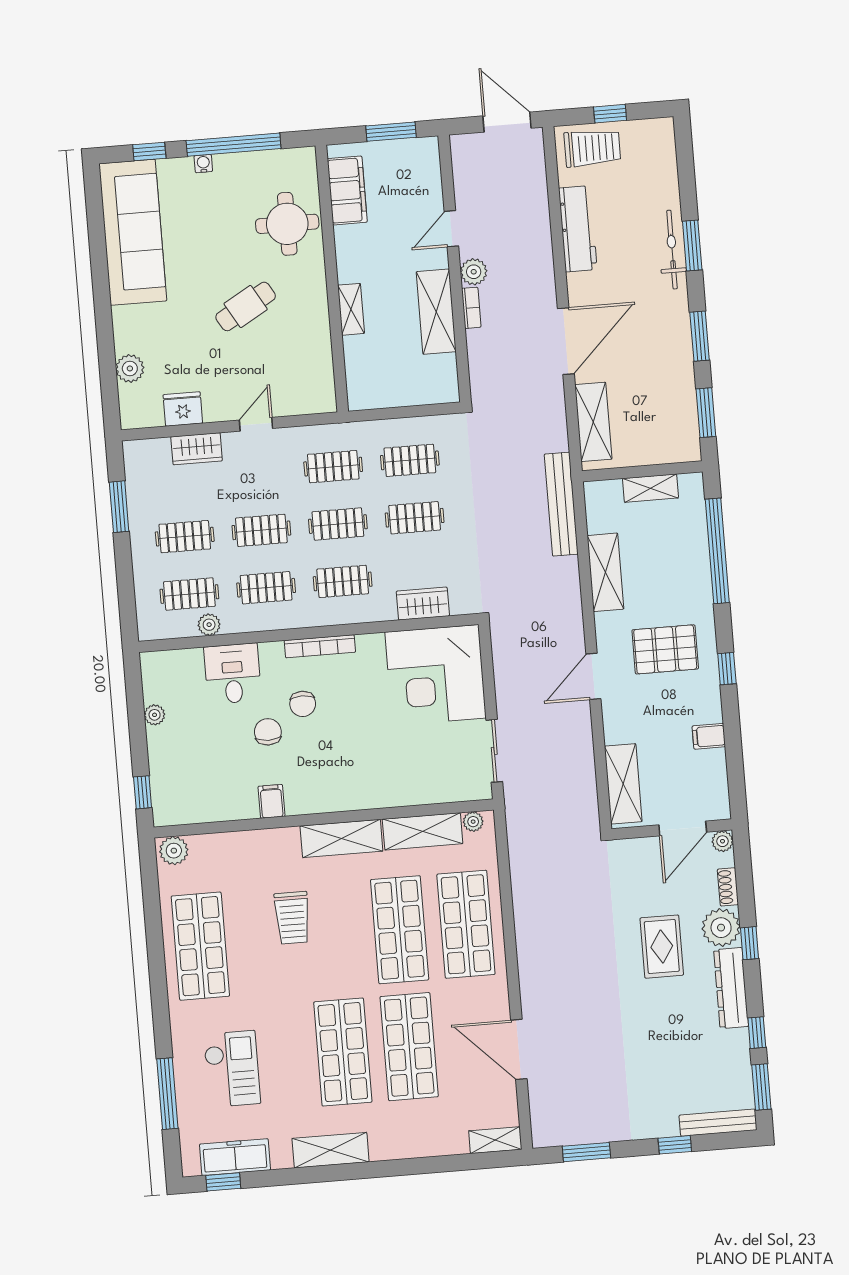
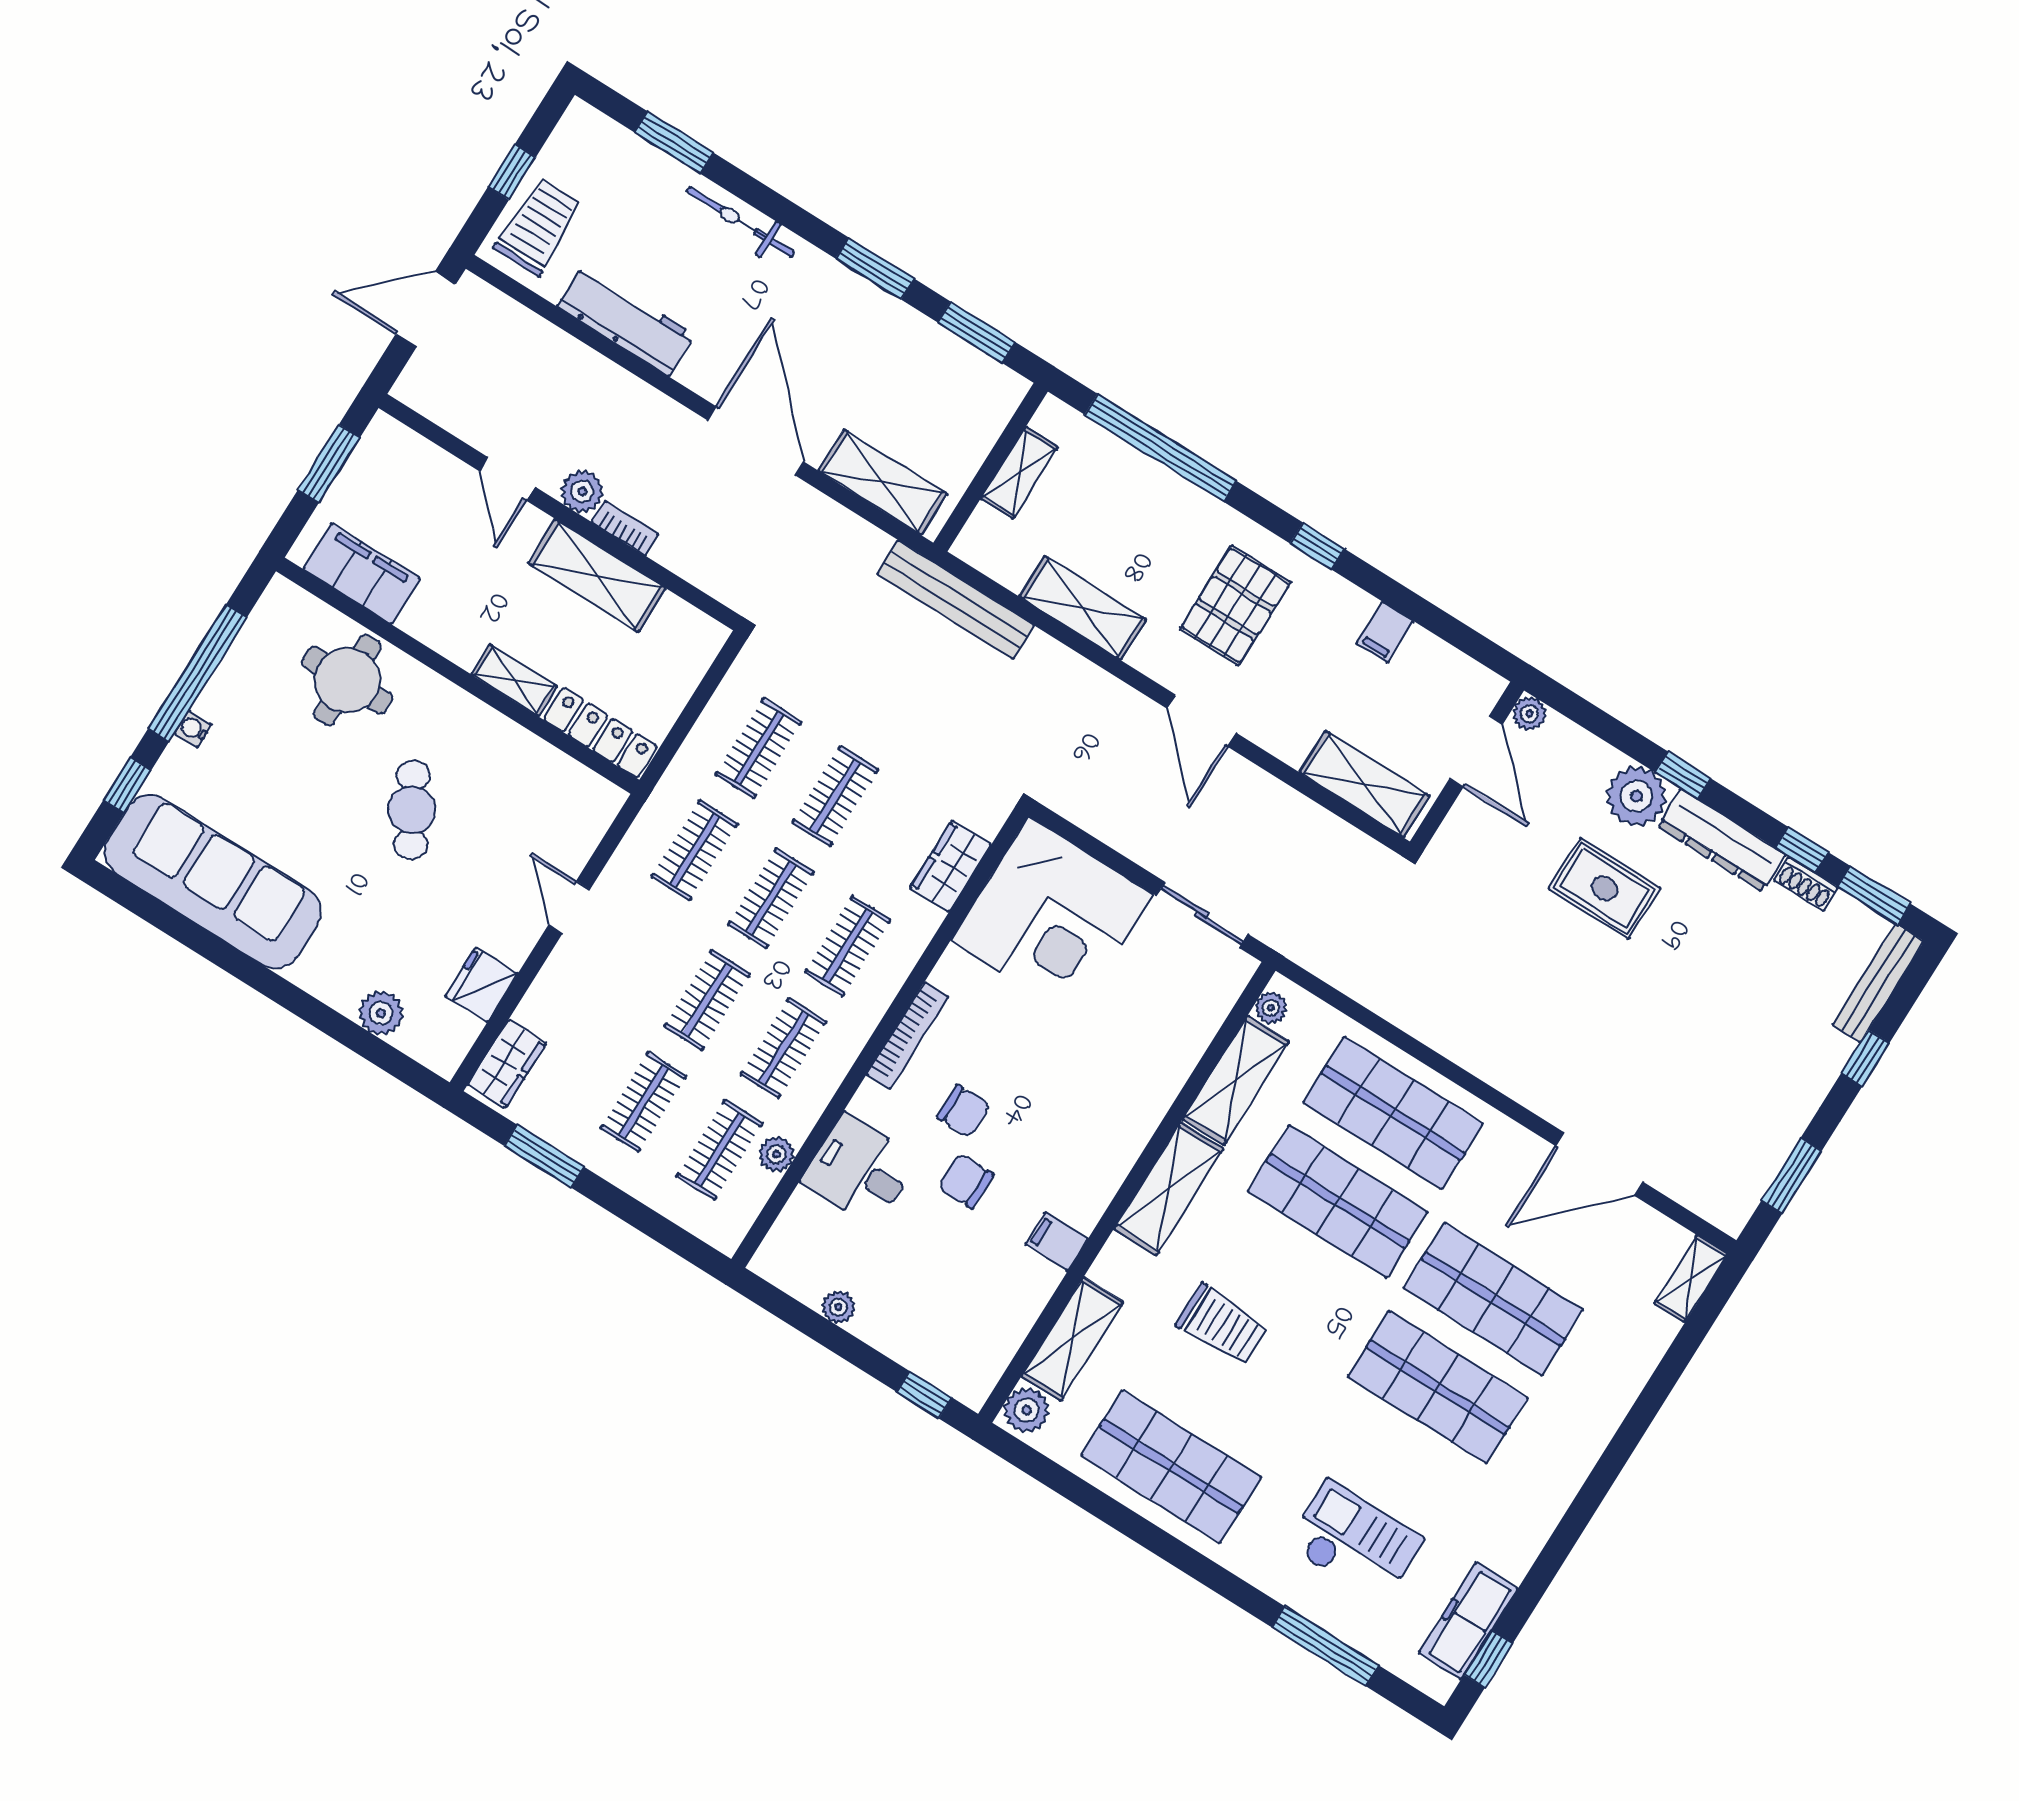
window: (692, 246) -> (674, 142), moved
locker: (357, 373) -> (600, 733), added
wardrobe: (197, 449) -> (507, 1064), moved
shoe rack: (728, 887) -> (1806, 884), moved
shelving: (331, 1150) -> (1072, 1339), moved

